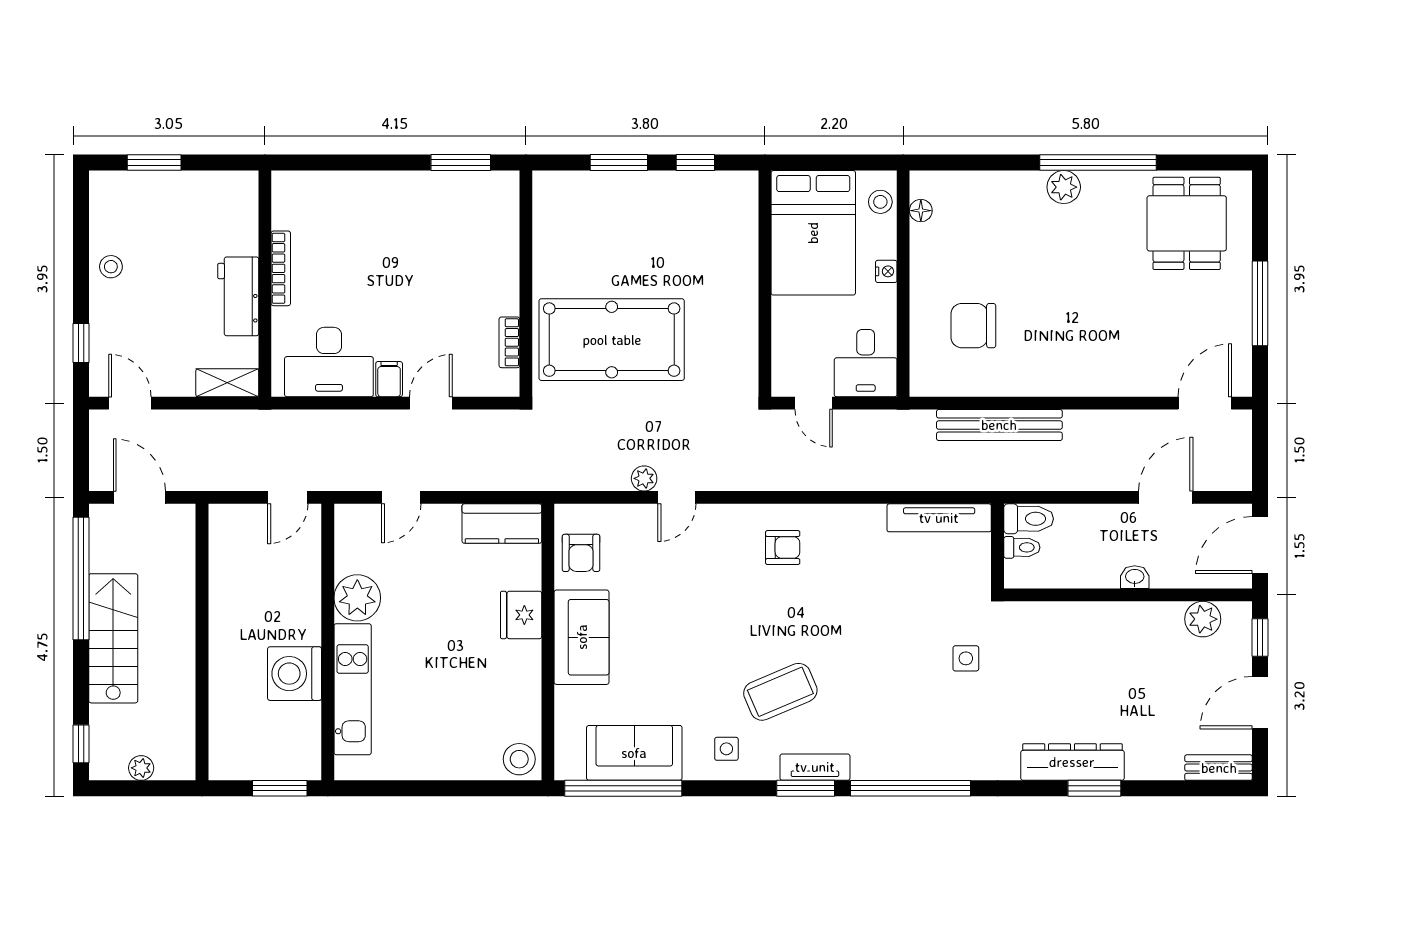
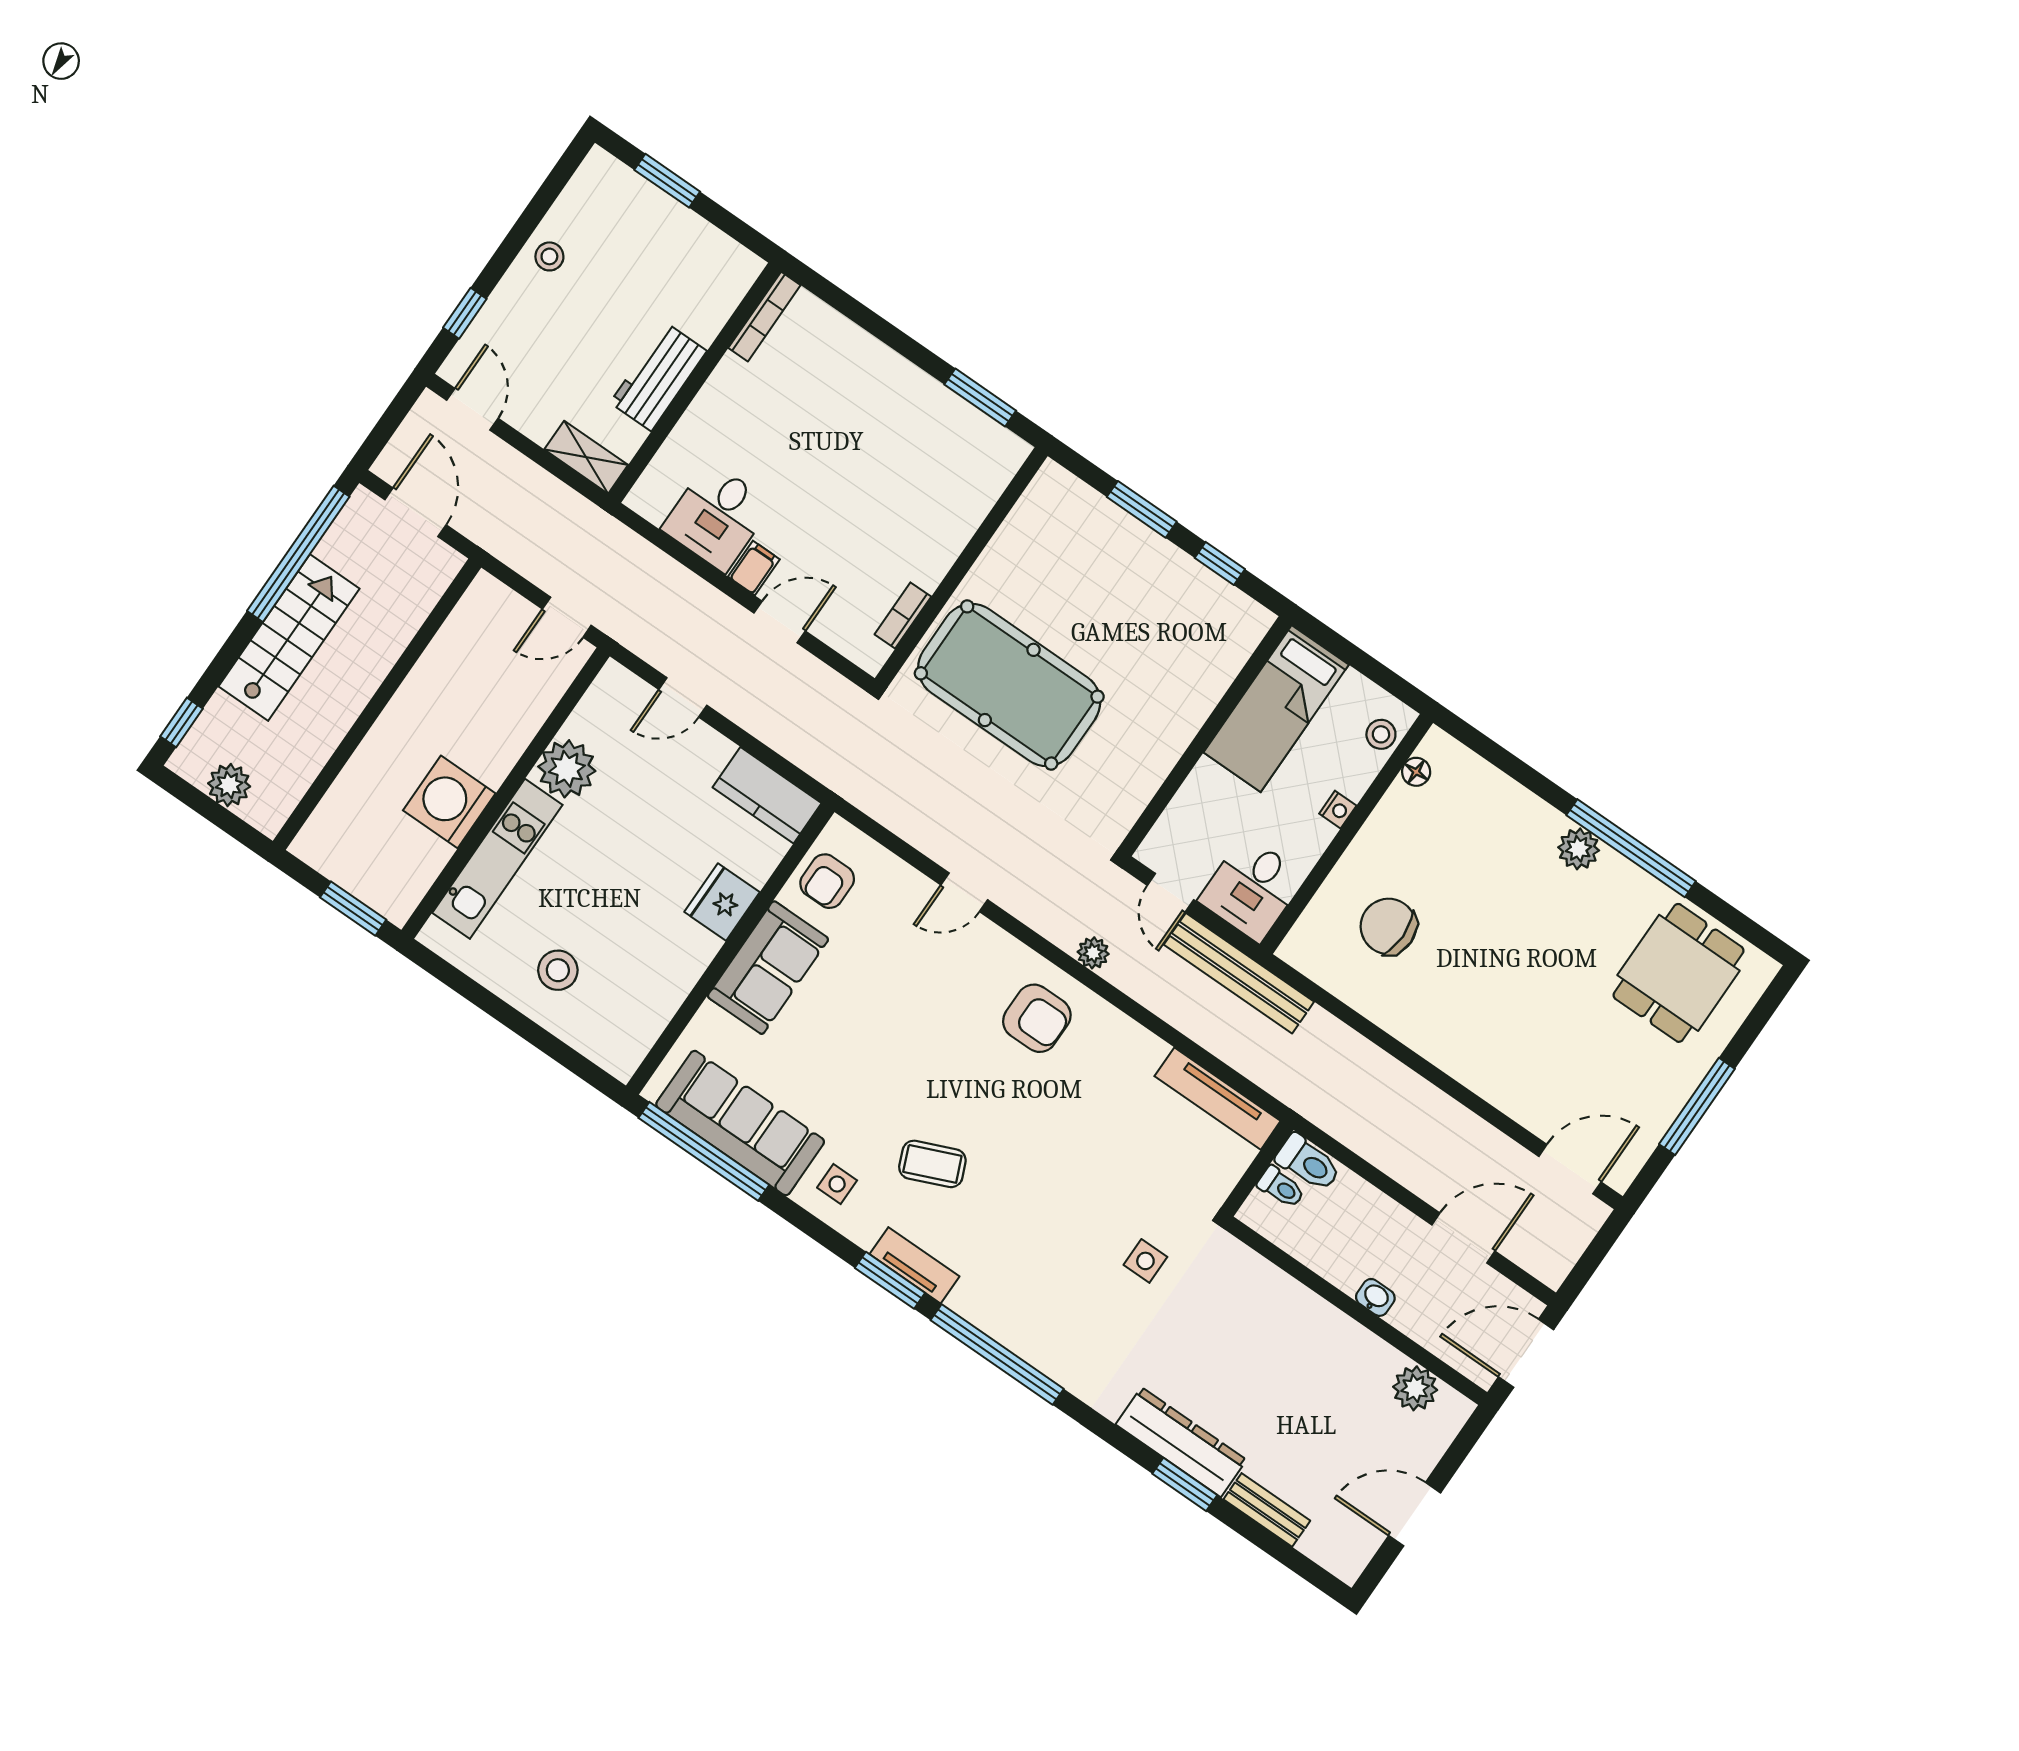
bed: (813, 233) -> (1276, 709), width x0.67
bookcase: (281, 268) -> (764, 317), moved
desk: (329, 362) -> (717, 517), width x0.73
bench: (999, 425) -> (1239, 973), moved
plant: (644, 478) -> (1093, 953), moved
armchair: (783, 548) -> (1037, 1018), width x1.38, depth x1.38
window: (1260, 637) -> (1461, 1448), removed
coffee table: (780, 692) -> (932, 1164), width x0.73, depth x0.77
sofa: (634, 753) -> (740, 1123), width x1.36
stool: (519, 759) -> (558, 970), moved
plant: (141, 768) -> (229, 785), width x1.38, depth x1.38
bench: (1219, 768) -> (1267, 1510), moved

